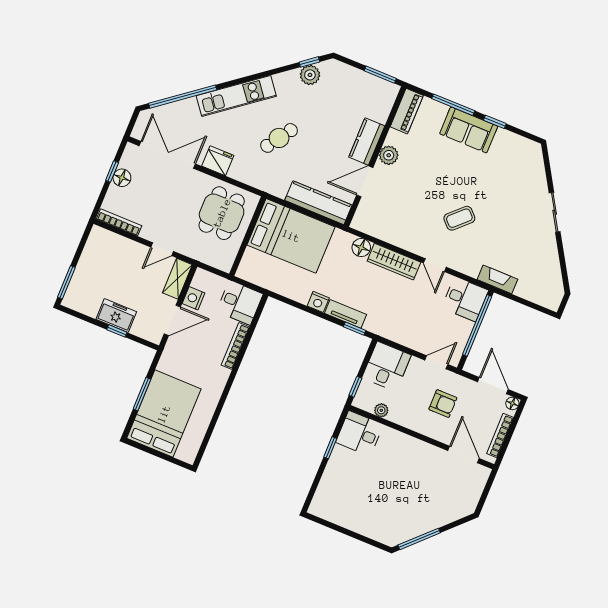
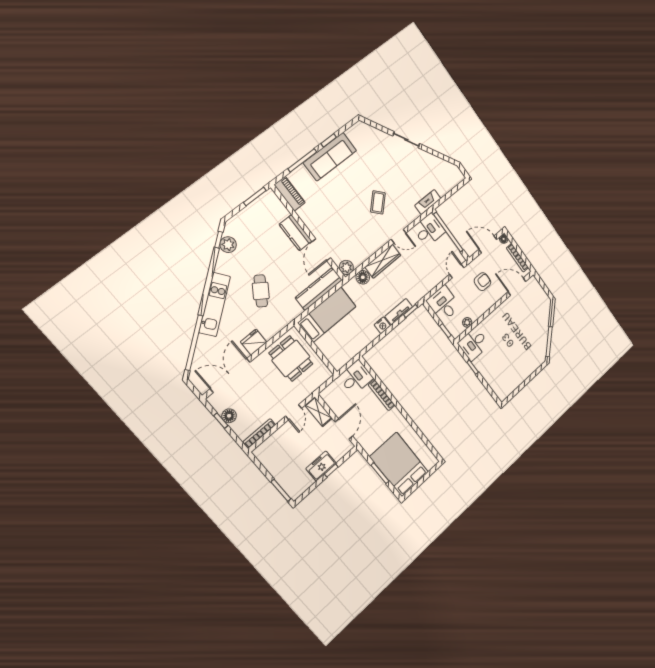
sofa: (469, 130) -> (330, 157), width x1.36
plant: (389, 155) -> (346, 267), moved
bed: (291, 236) -> (327, 315), width x0.67
nightstand: (194, 298) -> (337, 407), removed

